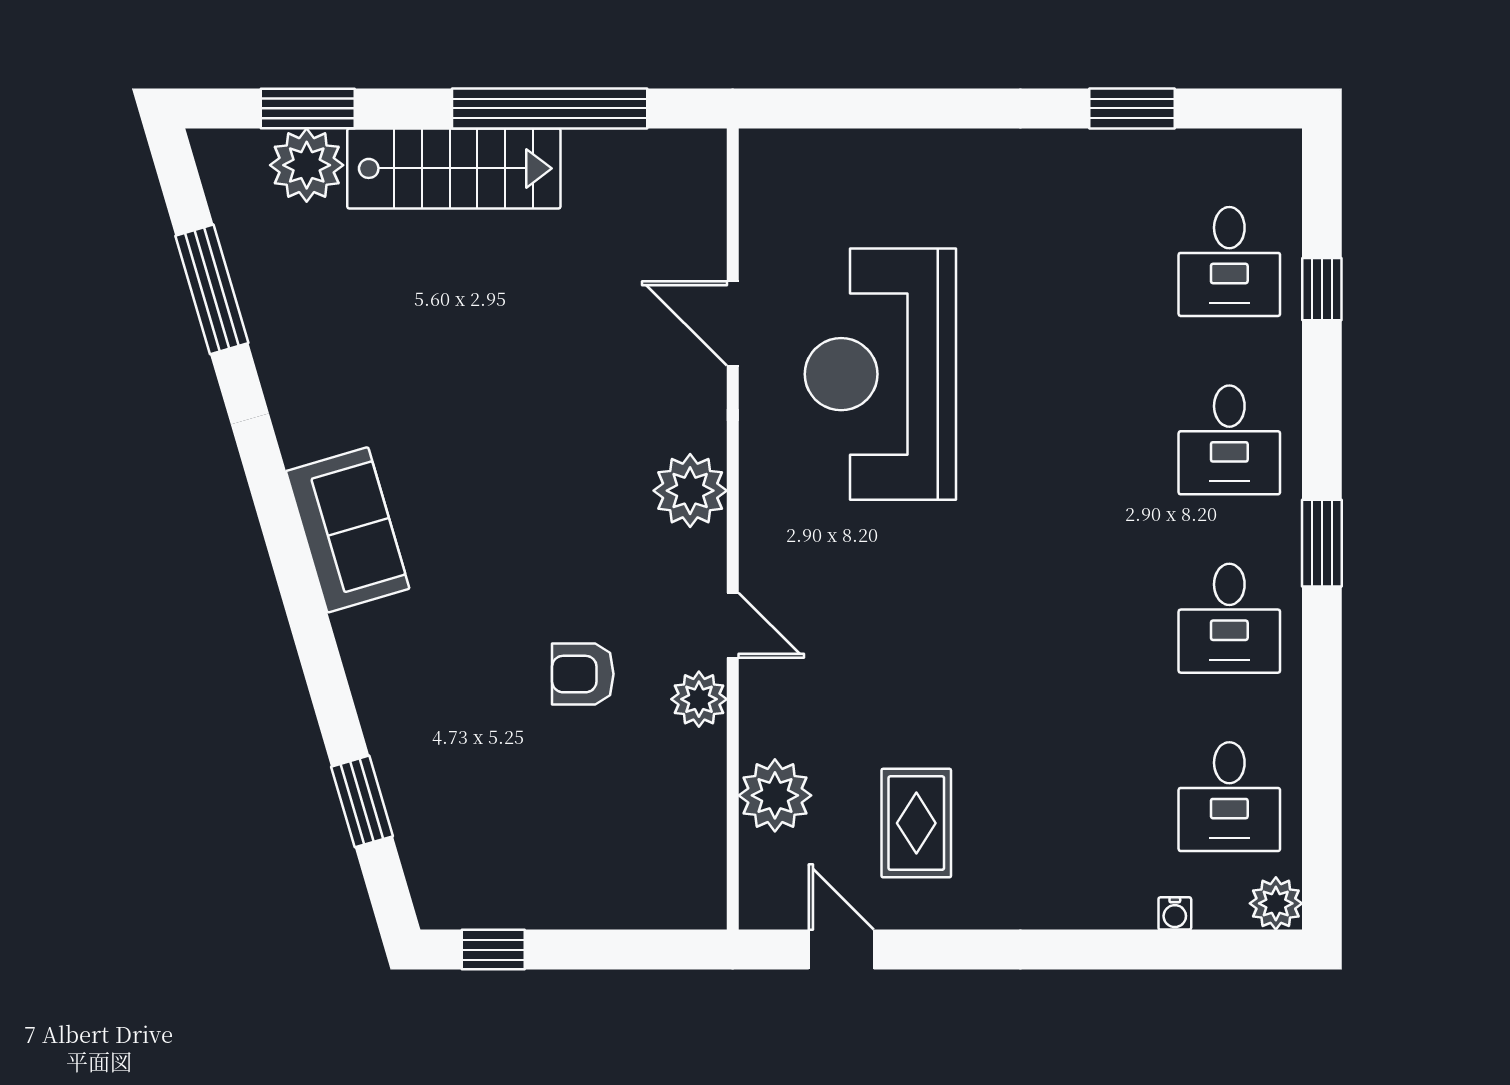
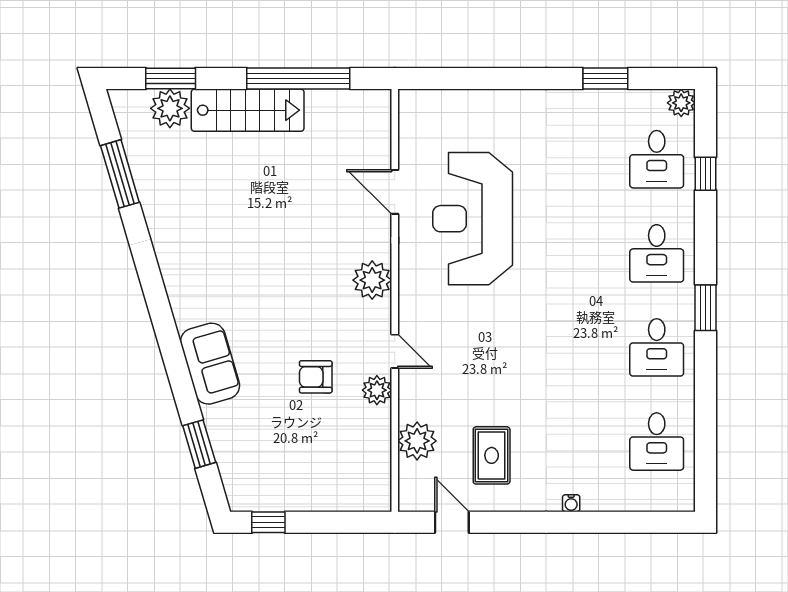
sofa: (348, 530) -> (210, 364), moved
plant: (1276, 903) -> (681, 103), moved
water cooler: (1175, 913) -> (571, 503), moved

